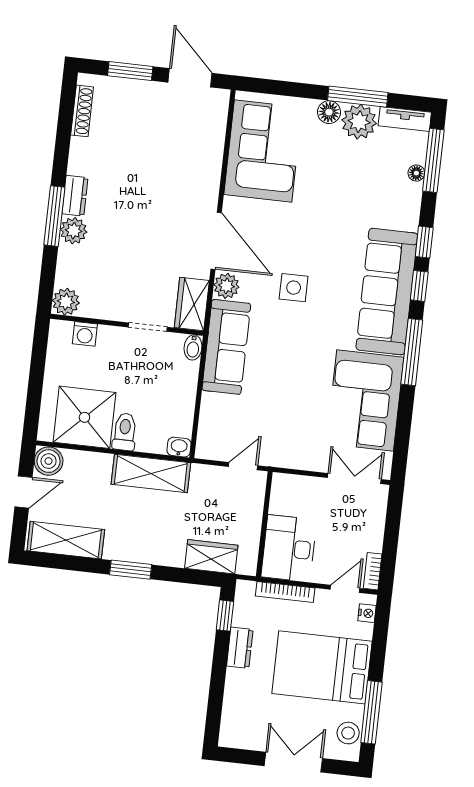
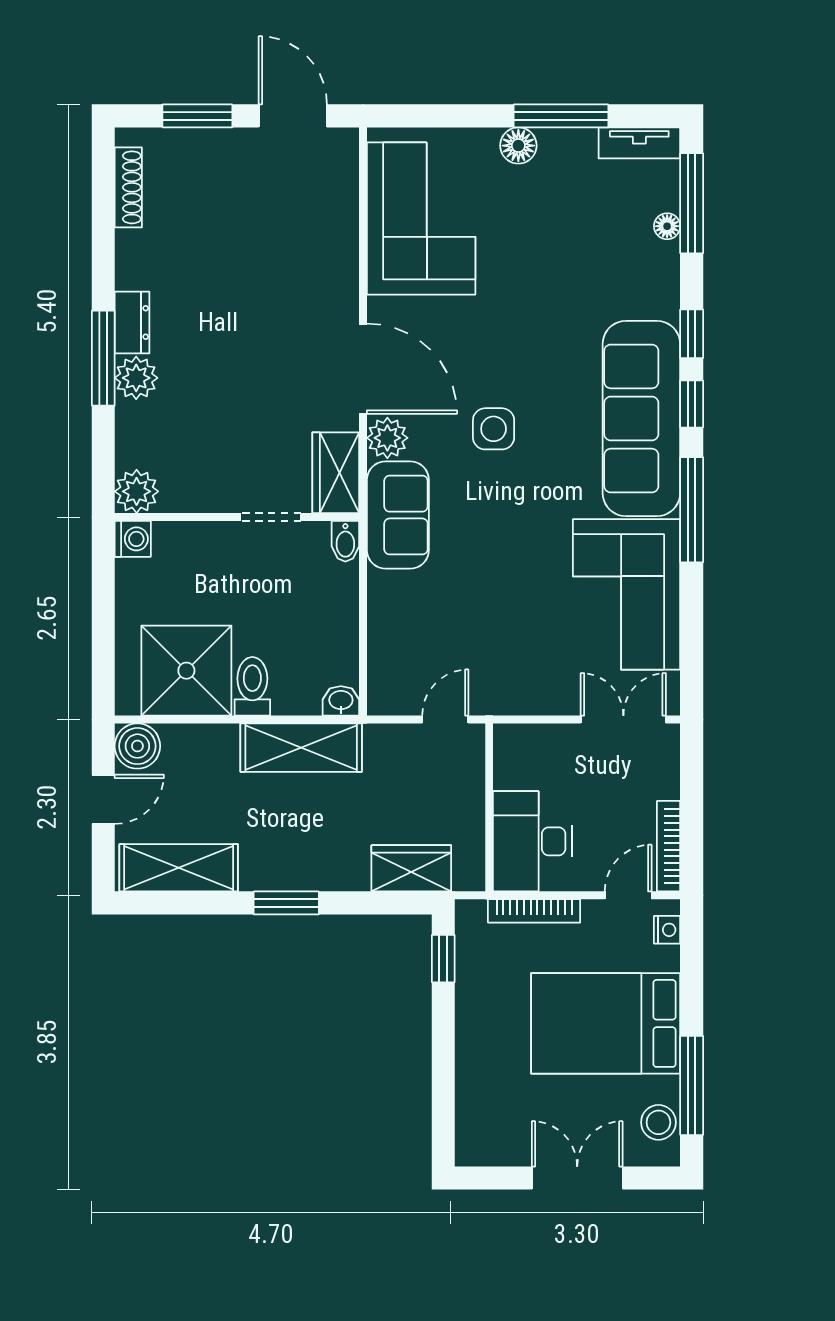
plant: (359, 122) -> (568, 155), removed
washing machine: (85, 334) -> (133, 539), moved, turned -90
sofa: (226, 347) -> (398, 515), width x0.73
bookcase: (373, 571) -> (669, 846), width x1.56
dresser: (240, 648) -> (472, 1007), removed

